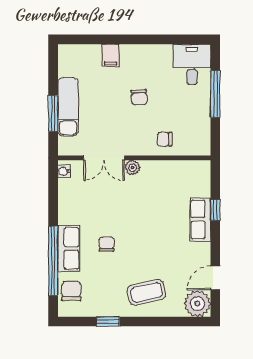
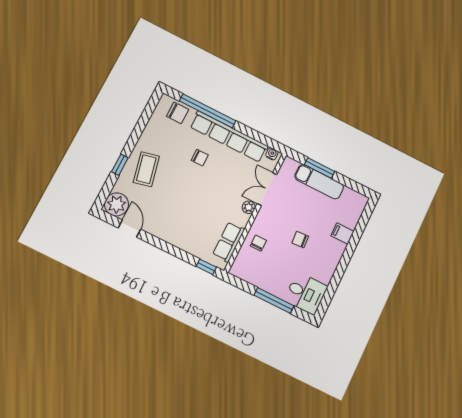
window: (215, 210) -> (206, 267), moved
row of seats: (200, 219) -> (229, 242), moved, turned -90
row of seats: (69, 248) -> (229, 137), width x2.02
window: (108, 321) -> (120, 165), moved

